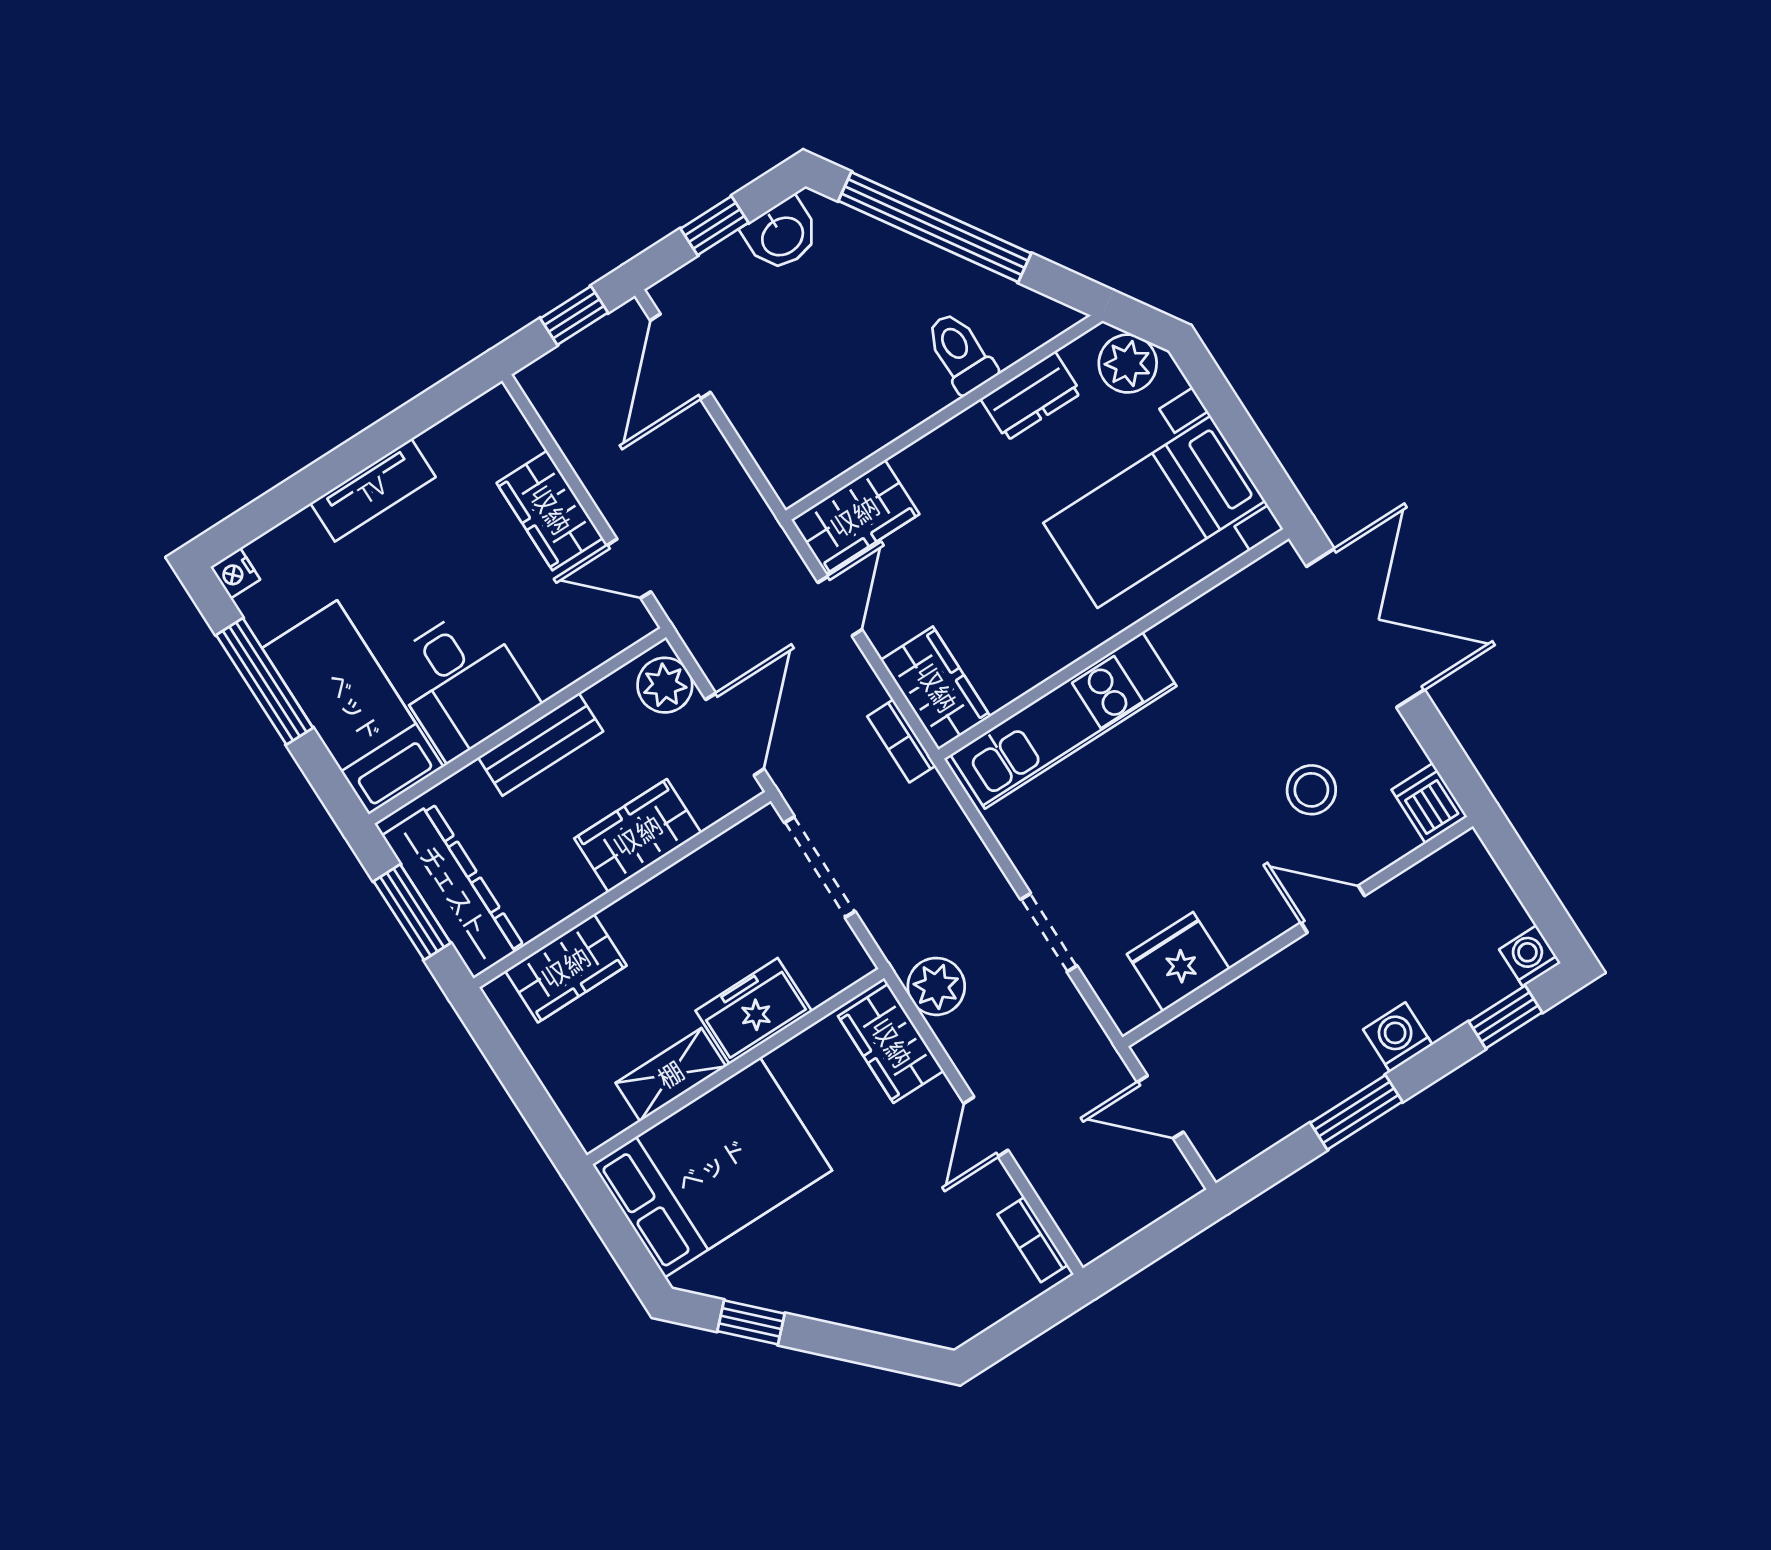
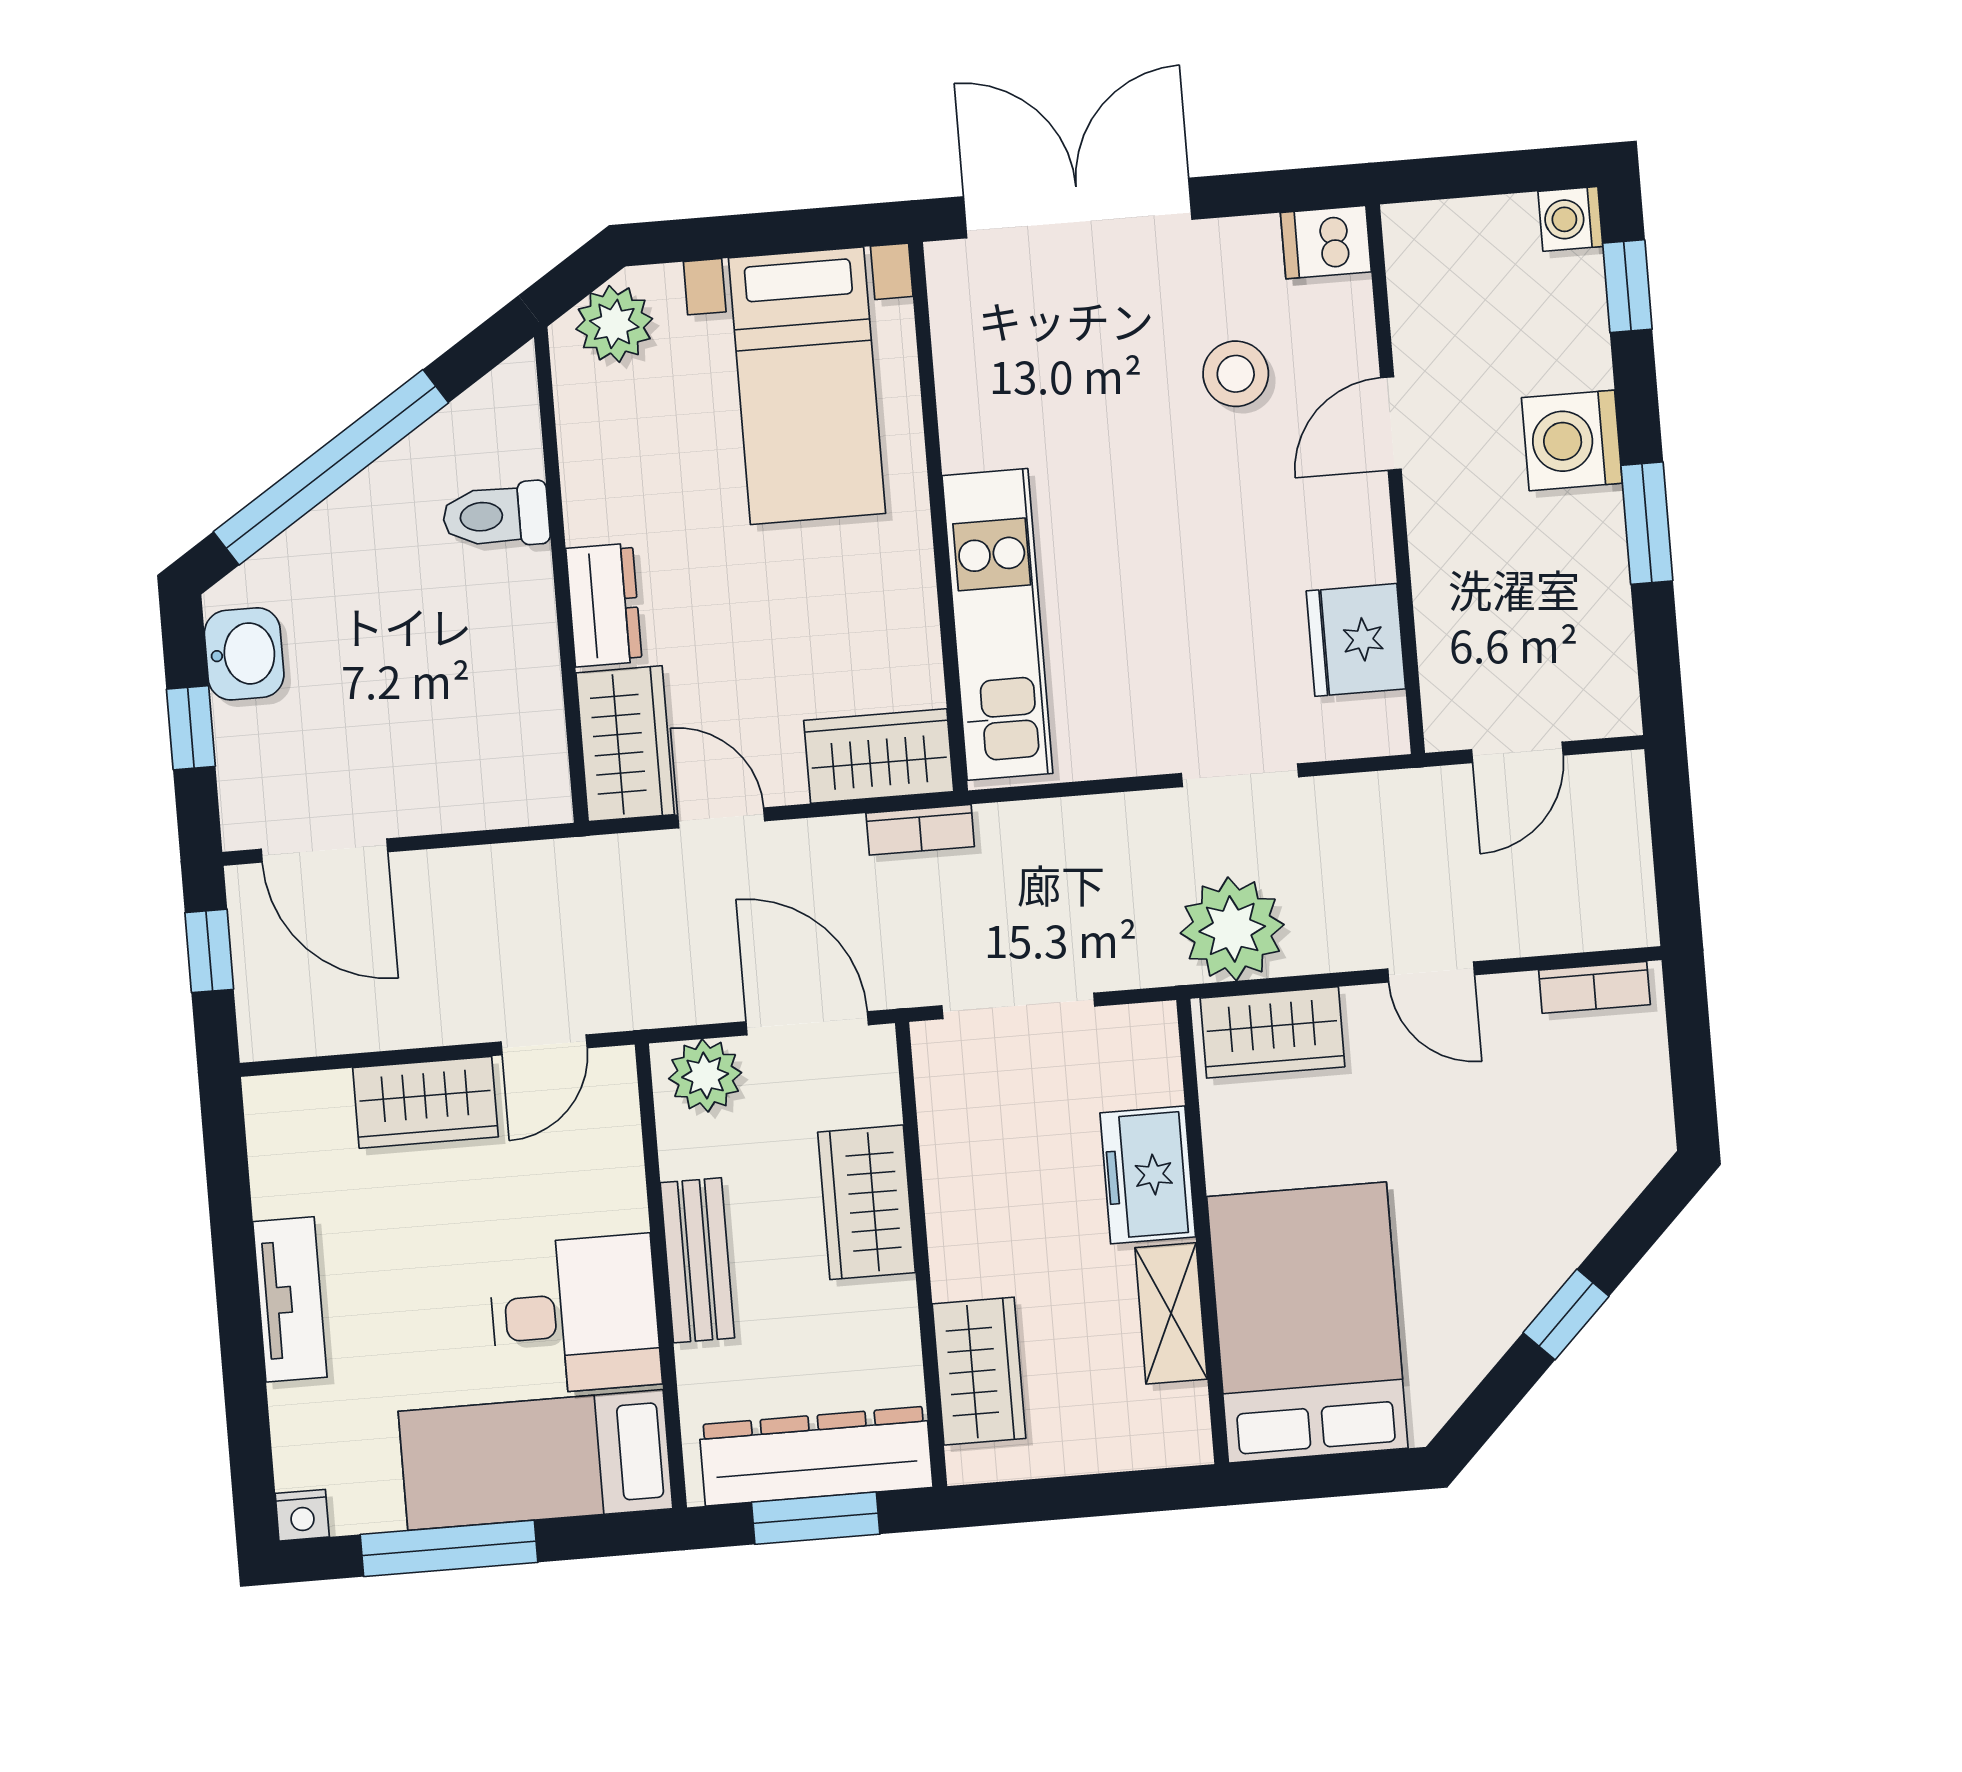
dresser: (1031, 396) -> (604, 605), moved
plant: (936, 986) -> (1232, 929), width x1.36, depth x1.36
washing machine: (1398, 1037) -> (1572, 440), width x1.38, depth x1.38
window: (751, 1322) -> (1566, 1314), moved

